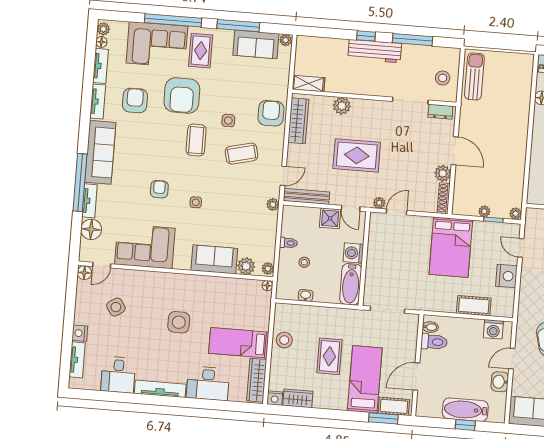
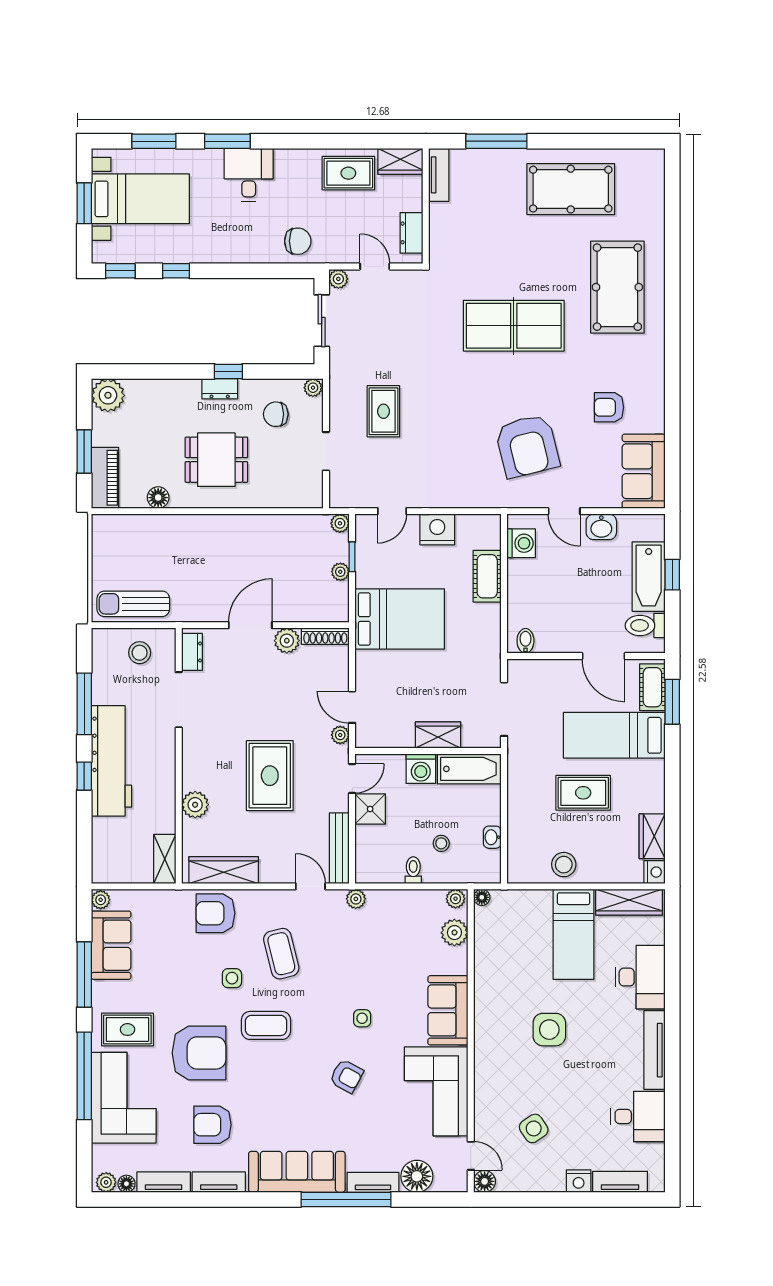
workbench: (375, 51) -> (111, 761), width x1.36, depth x1.32
armchair: (159, 189) -> (346, 1076), turned -152
sofa: (214, 259) -> (448, 1010), moved
wardrobe: (374, 266) -> (438, 735), added
toilet: (434, 342) -> (645, 625), moved, turned -90

